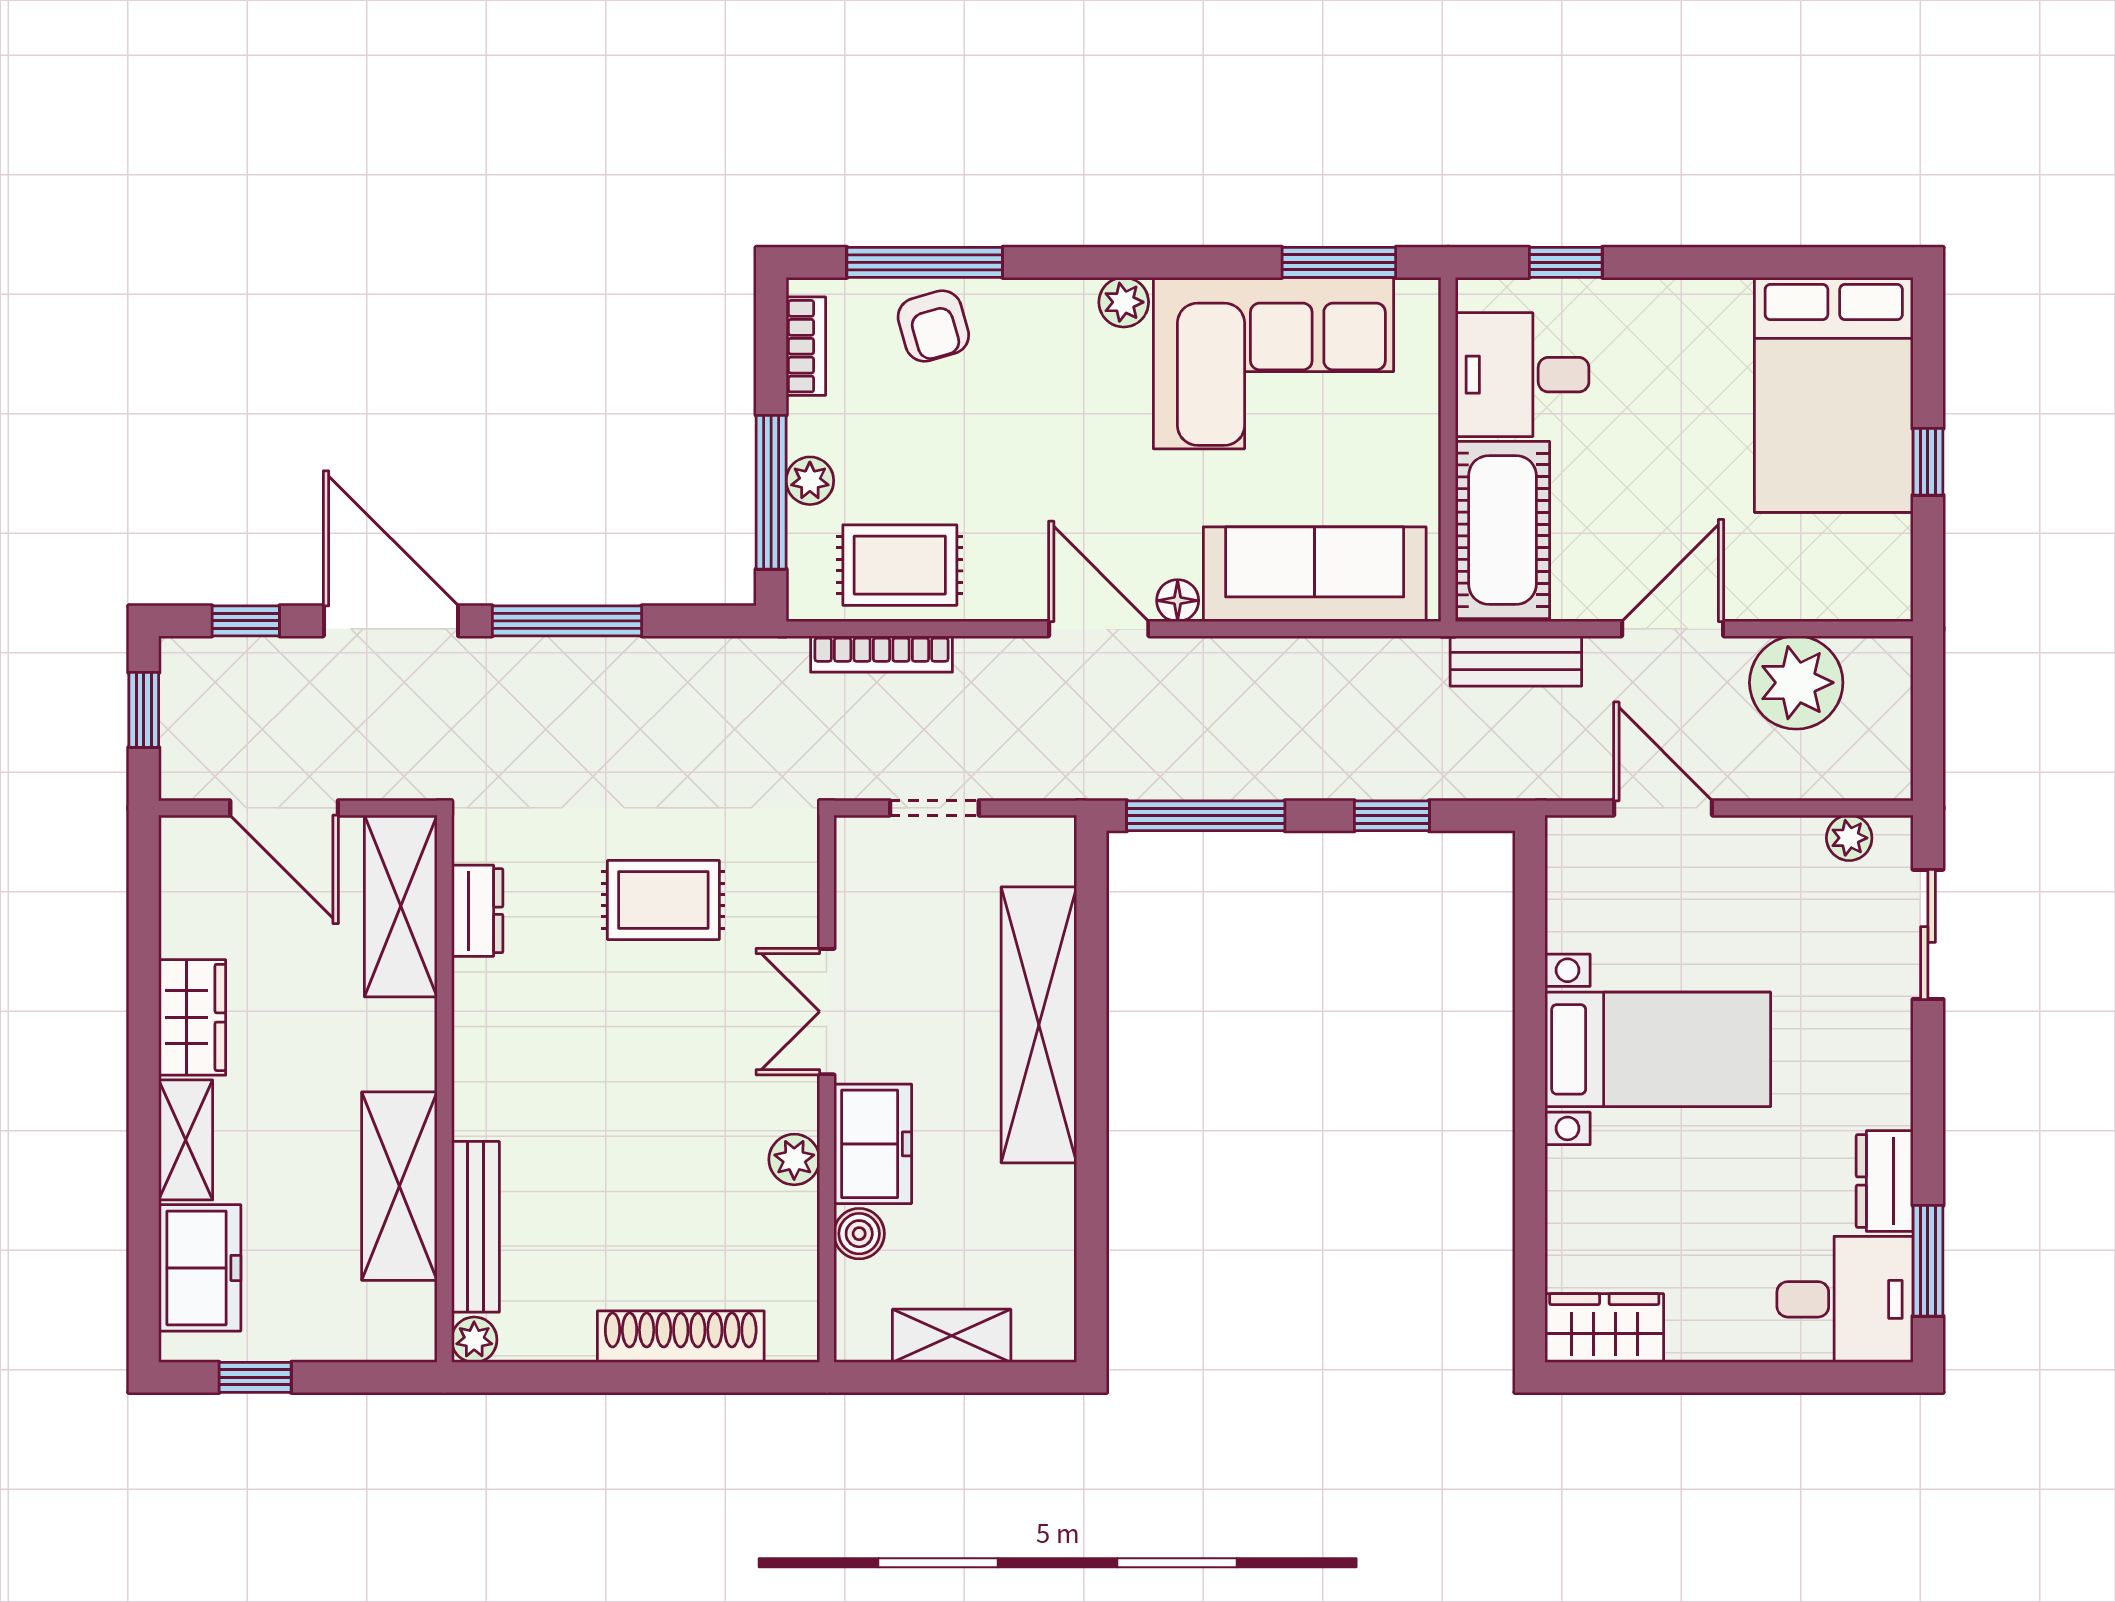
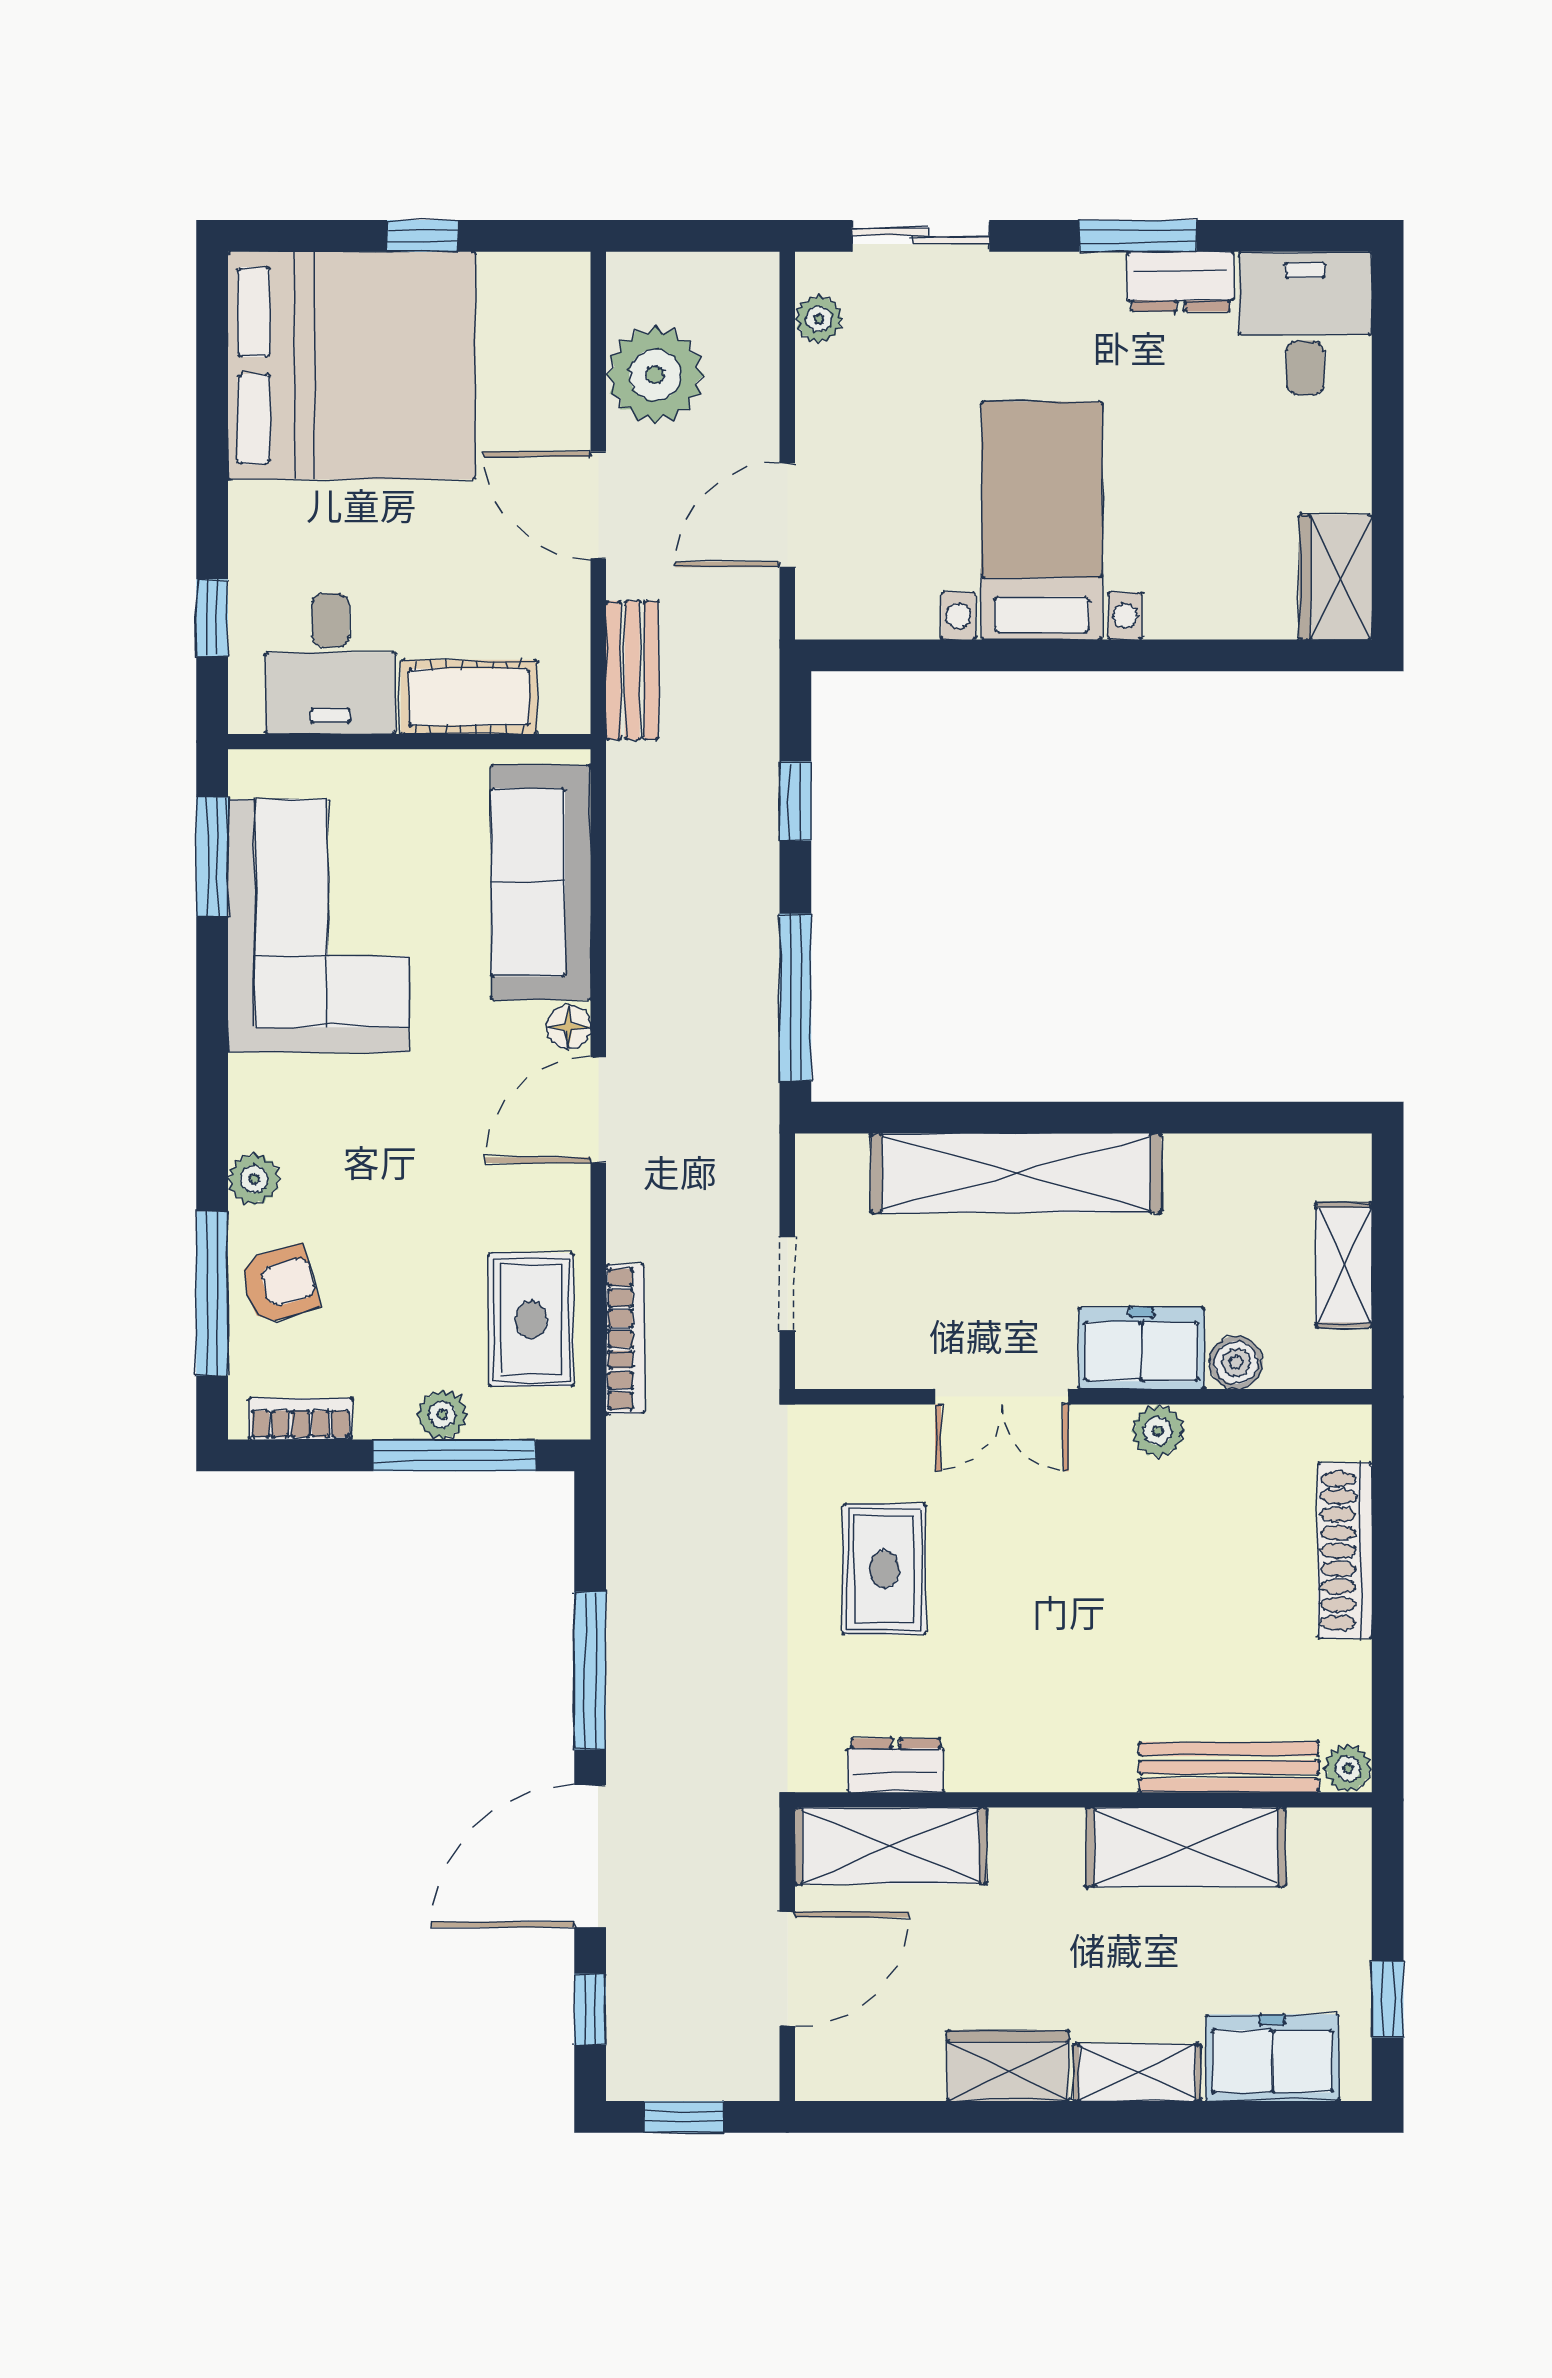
plant: (1124, 302) -> (254, 1179), moved
bed: (1834, 395) -> (352, 366), width x1.36
cot: (1502, 530) -> (469, 697), width x0.73, depth x0.75
window: (1928, 1261) -> (1138, 236), moved

